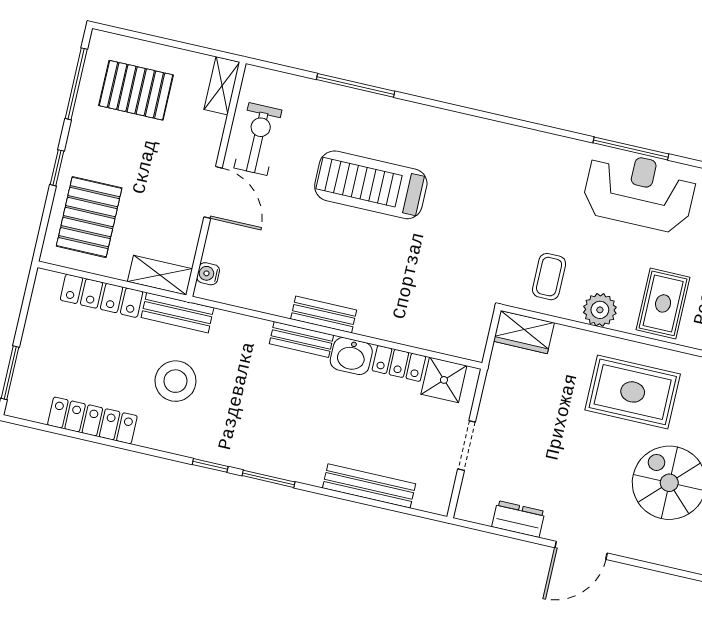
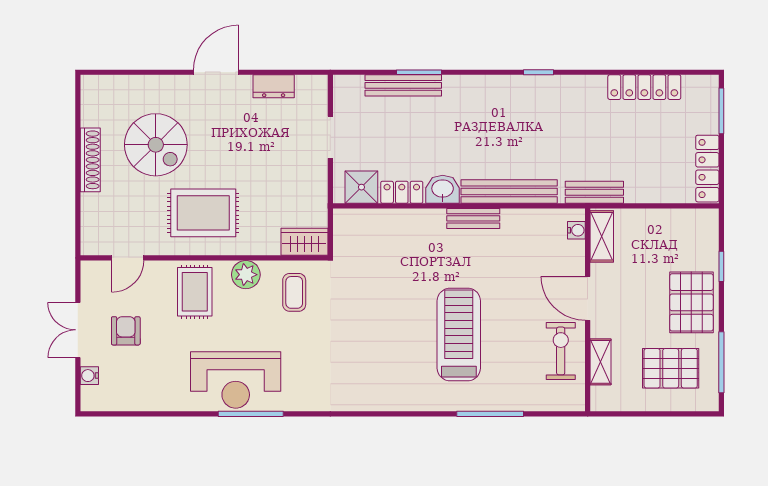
shelving: (222, 86) -> (601, 362), moved
exercise bike: (258, 139) -> (561, 351), turned 180
window: (57, 168) -> (721, 266), moved
treadmill: (371, 185) -> (459, 335), turned -90
pallet: (89, 217) -> (691, 302), moved
shelving: (160, 275) -> (602, 236), moved, turned 90
locker: (102, 296) -> (707, 169), moved, turned -90
bench: (301, 339) -> (509, 191), width x1.86, depth x1.21
stool: (175, 381) -> (583, 135), removed
window: (268, 479) -> (419, 72), moved

